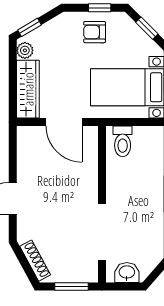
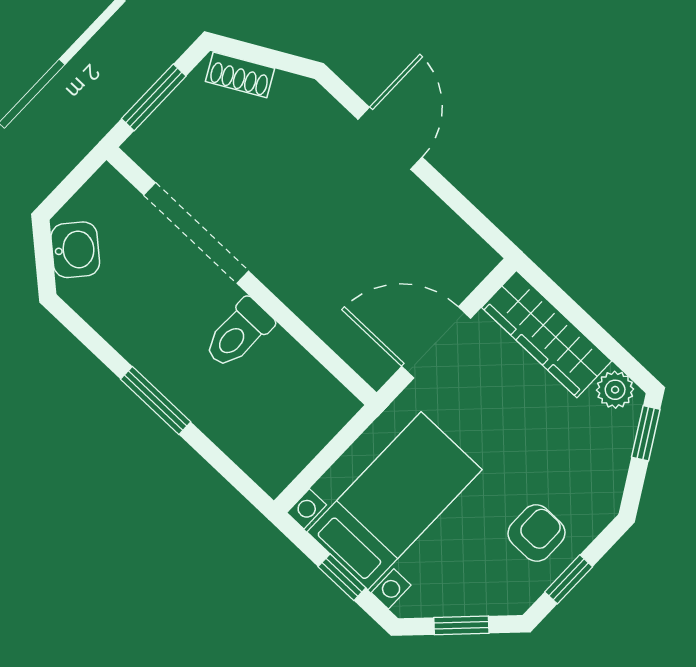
toilet: (123, 141) -> (238, 334), moved, turned -90
shoe rack: (35, 261) -> (240, 75), width x0.70
washbasin: (127, 273) -> (75, 250), moved, turned -49

